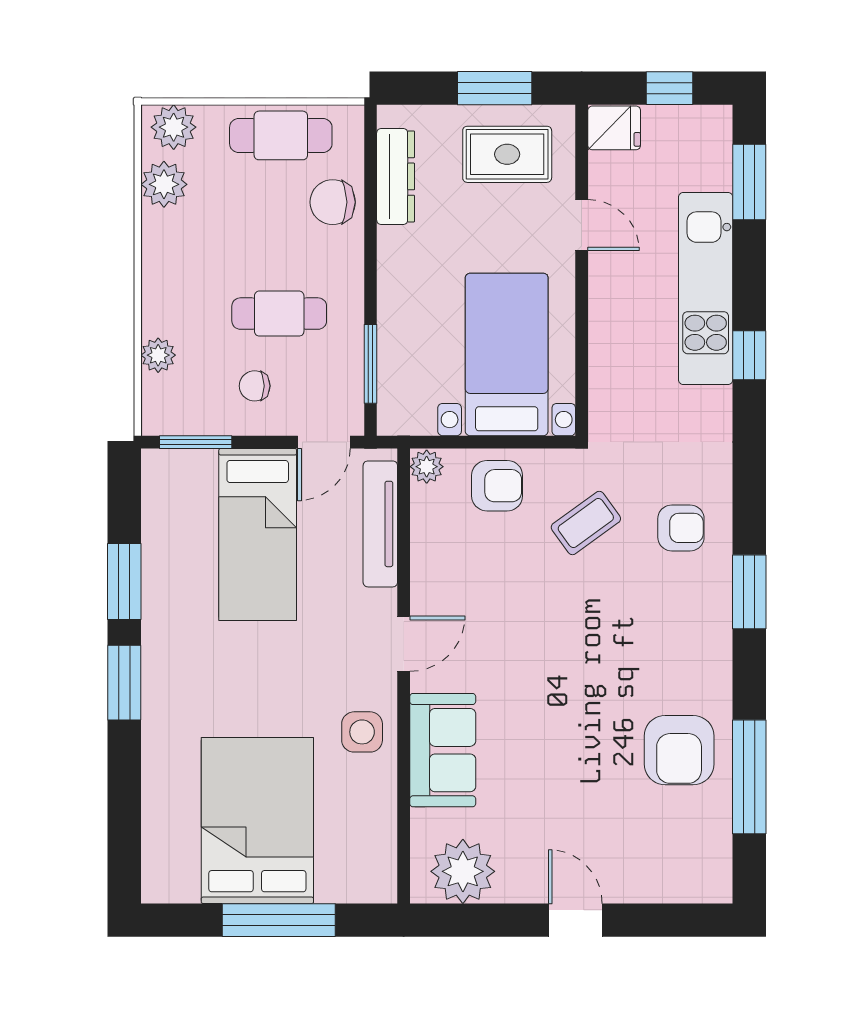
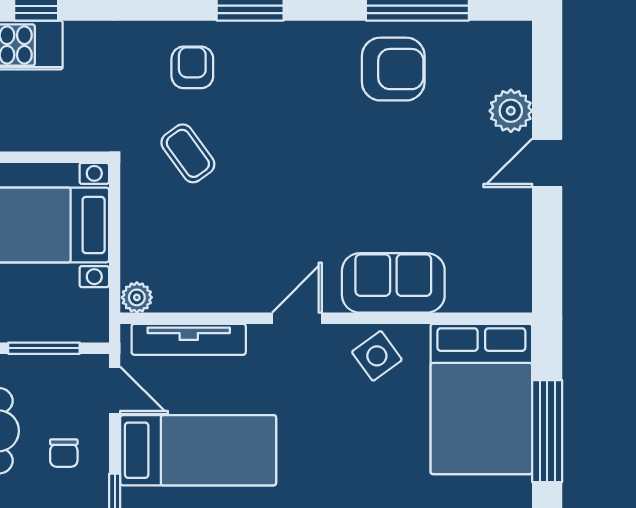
armchair: (497, 486) -> (154, 234), removed
door: (404, 644) -> (297, 318), hinge flipped
side table: (362, 732) -> (377, 356), turned -36
bed: (257, 820) -> (481, 399), moved, turned -90
plant: (463, 871) -> (511, 111), moved, width x0.73, depth x0.73

